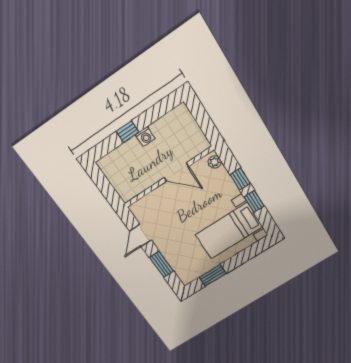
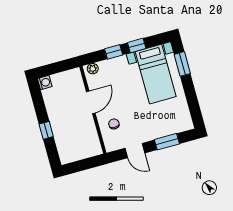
washing machine: (145, 137) -> (45, 83), moved
chair: (161, 205) -> (114, 124), added
window: (213, 275) -> (182, 64), moved

